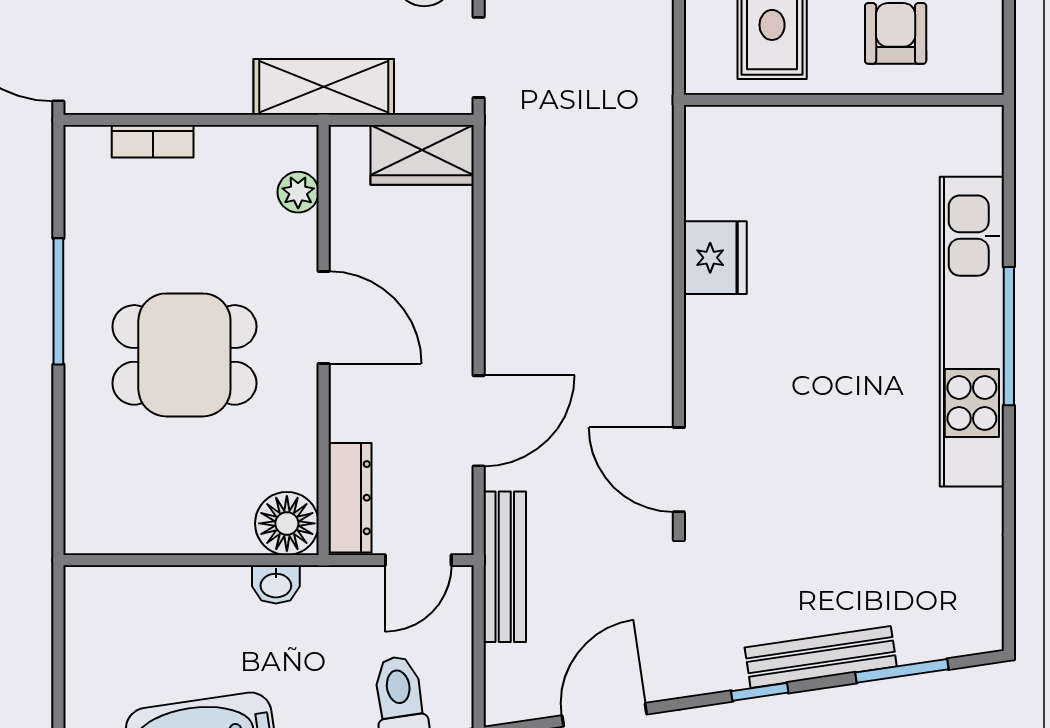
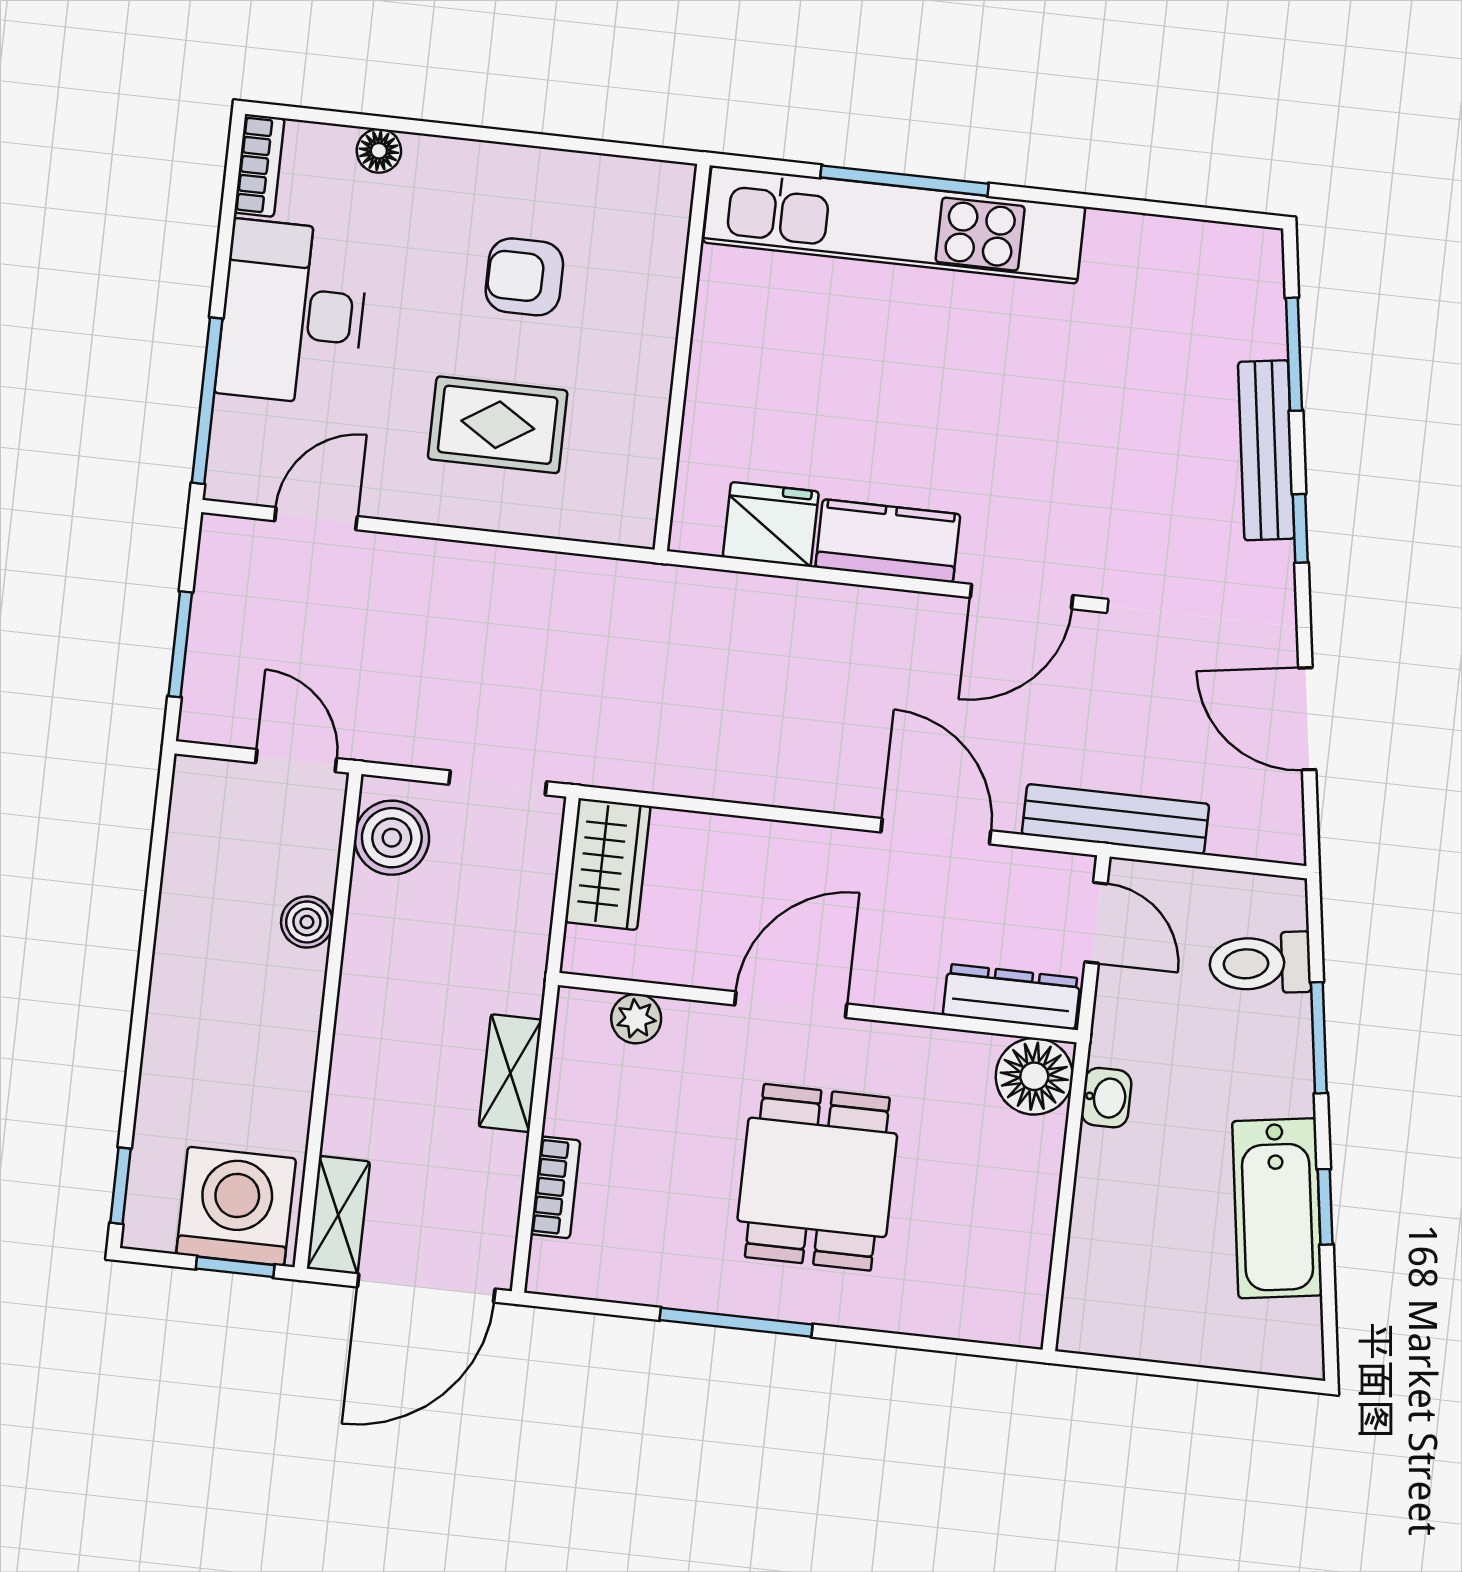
shelving: (324, 87) -> (510, 1073), moved, width x0.67, depth x0.75
wall: (844, 100) -> (682, 357), moved
kitchen counter: (712, 355) -> (888, 541), added

